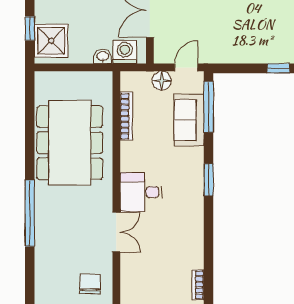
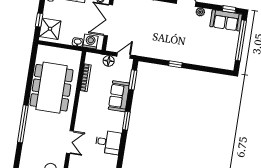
window: (209, 107) -> (133, 80), width x0.69
sofa: (189, 120) -> (119, 96), moved
desk: (141, 192) -> (108, 142), moved, turned 180

